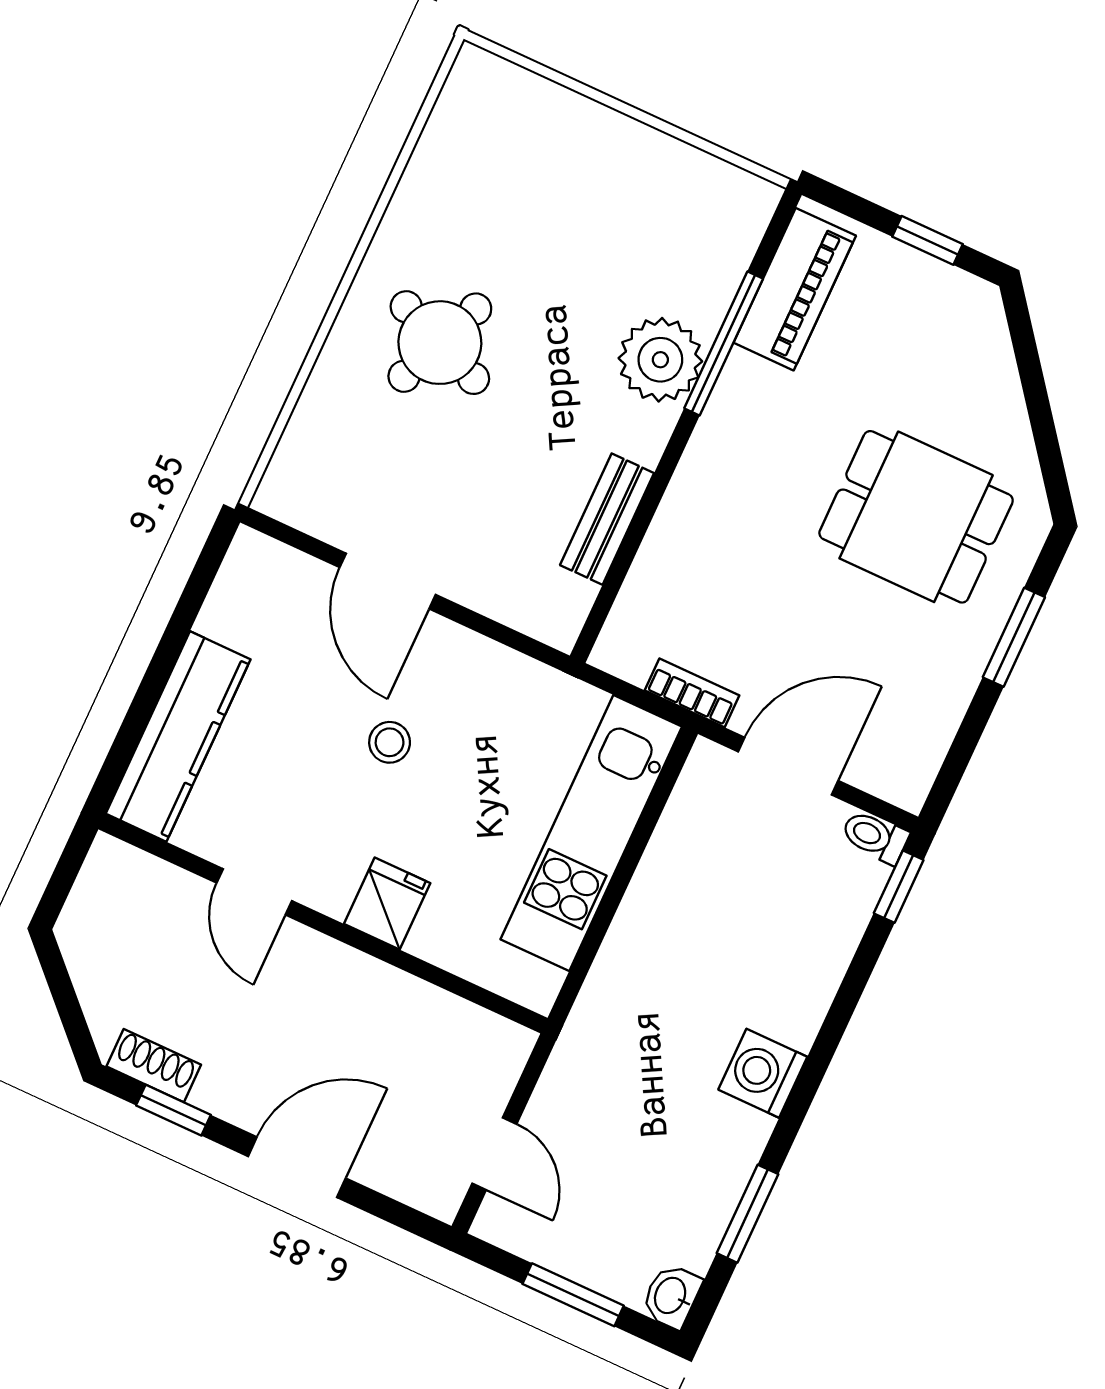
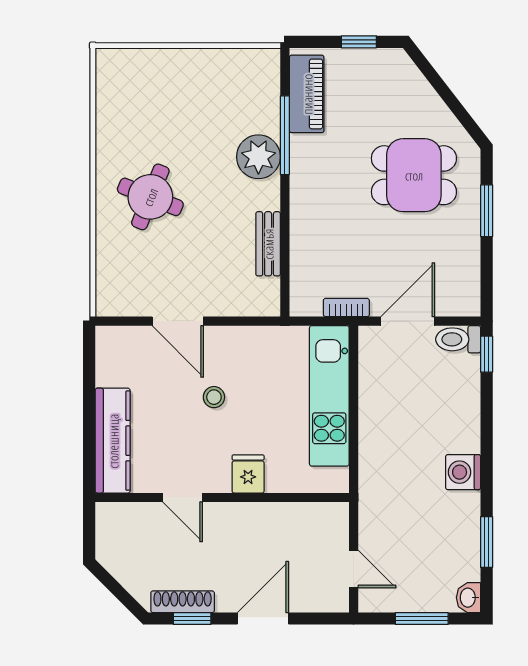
toilet: (875, 837) -> (458, 339), width x1.37, depth x1.39
shoe rack: (154, 1066) -> (183, 602), width x1.43

